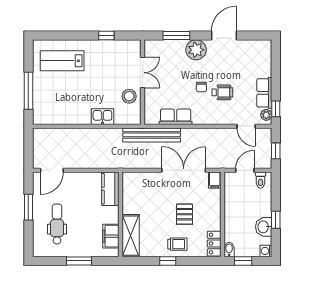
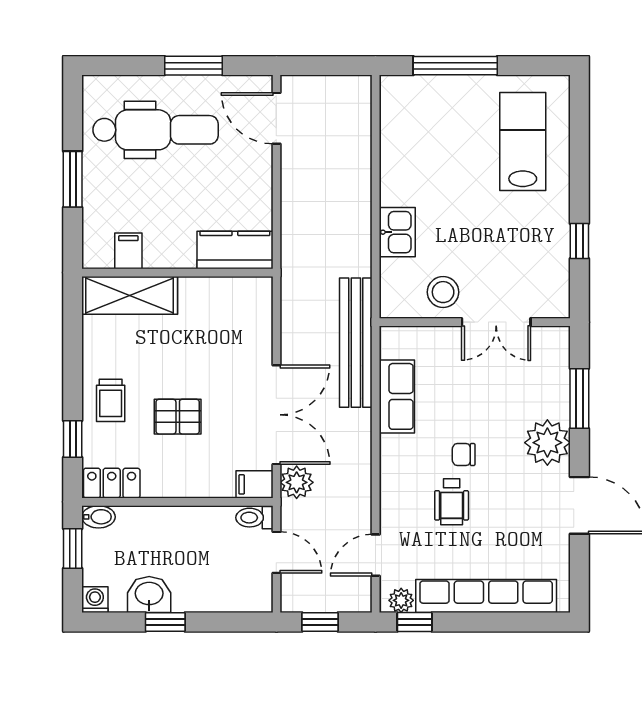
row of seats: (264, 93) -> (486, 596), width x2.02
plant: (214, 161) -> (297, 482), added
toilet: (261, 180) -> (254, 518), moved
dental chair: (57, 224) -> (156, 130), width x1.36, depth x1.38
filing cabinet: (111, 236) -> (128, 251), width x0.50
window: (168, 261) -> (73, 439), moved

